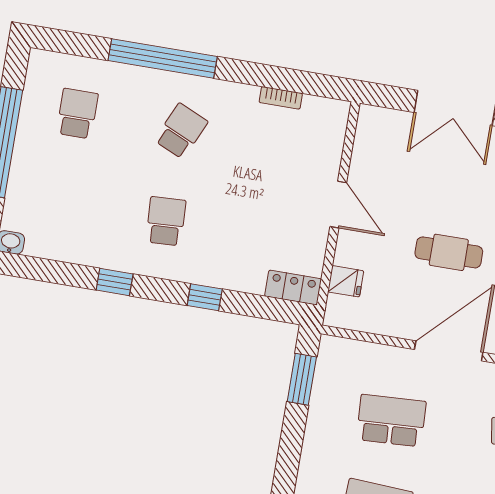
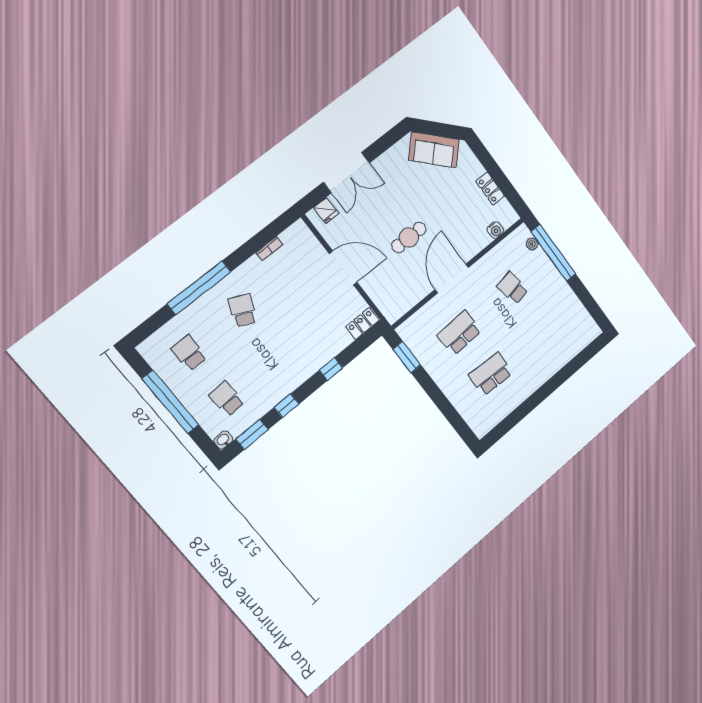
door: (338, 205) -> (343, 268), width x1.36
school desk: (166, 221) -> (227, 399), moved
window: (46, 270) -> (252, 434), added
fridge: (346, 281) -> (326, 210), moved, turned 90

